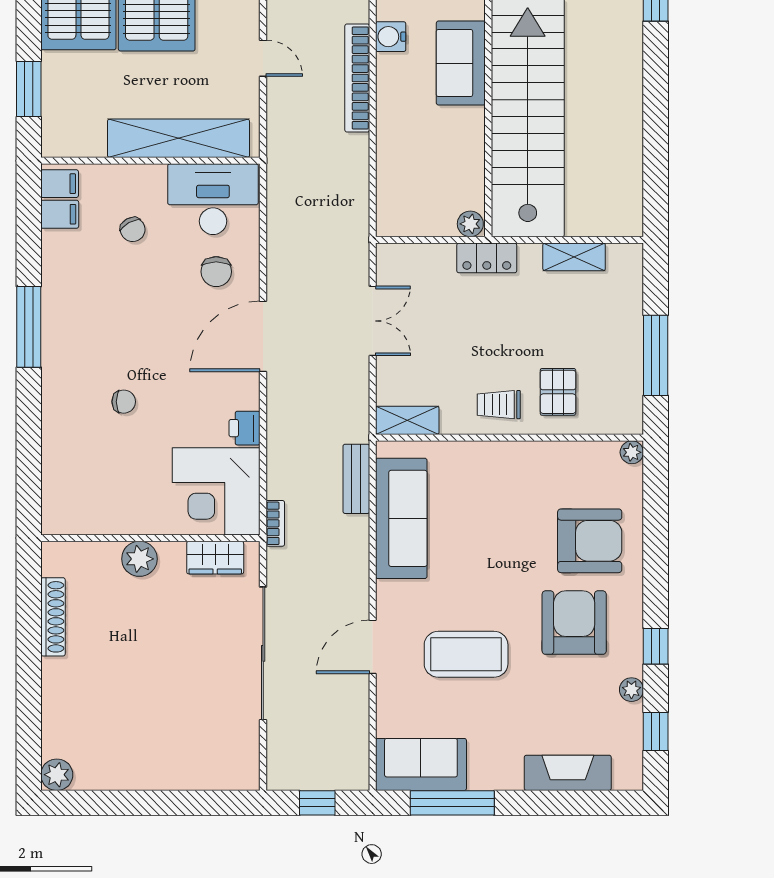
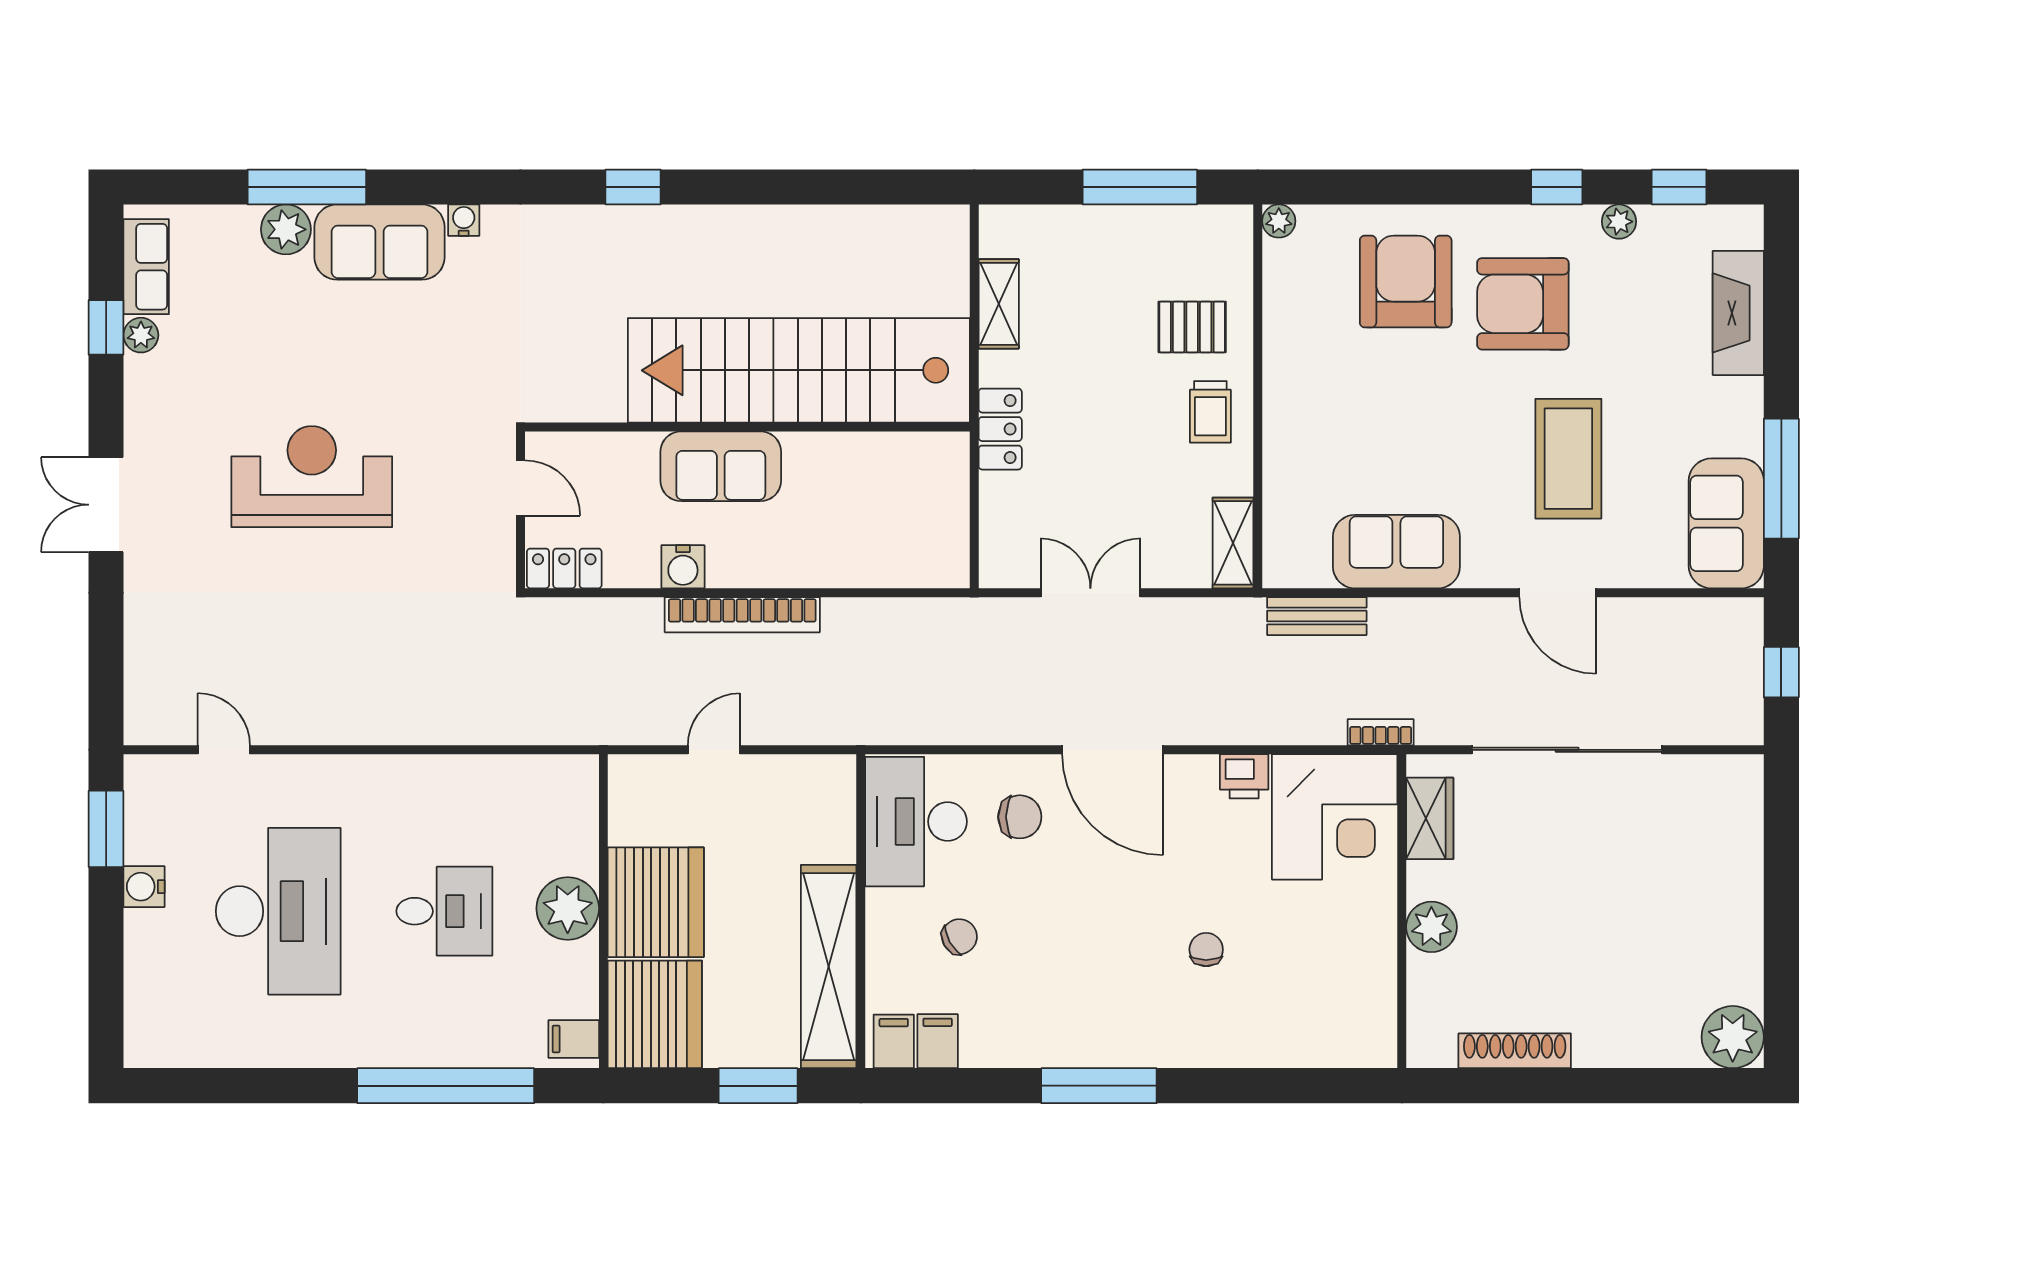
shelving: (179, 138) -> (829, 967), moved
plant: (470, 224) -> (951, 453), removed
sofa: (401, 518) -> (1396, 552), width x0.73
plant: (57, 775) -> (1733, 1037), width x1.36, depth x1.36

